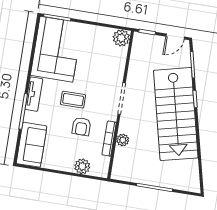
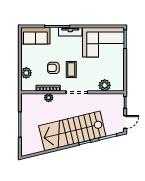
door: (175, 37) -> (125, 122), swing flipped
plant: (121, 38) -> (105, 85), moved
coffee table: (73, 100) -> (71, 70), moved

